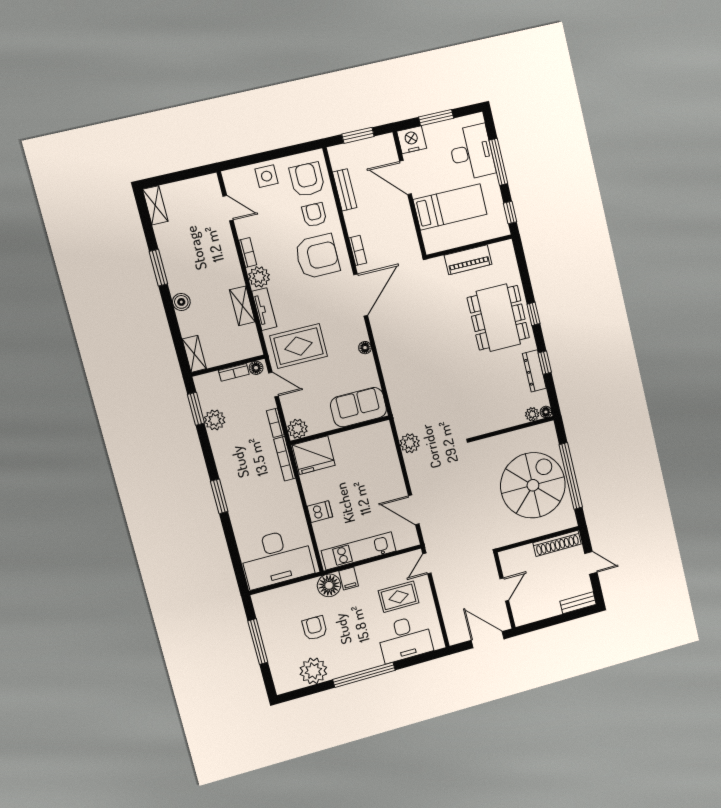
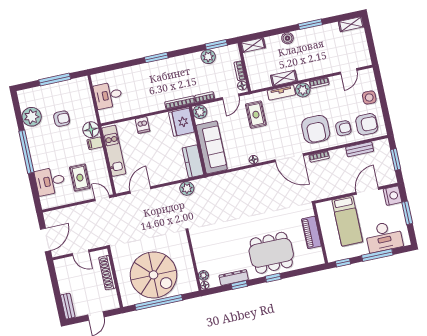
rug: (299, 346) -> (256, 115), width x0.73, depth x0.70
sofa: (359, 407) -> (212, 147), width x1.36
kitchen counter: (370, 436) -> (193, 161), added
shoe rack: (557, 543) -> (107, 273), moved
desk: (277, 558) -> (108, 95), width x0.53, depth x0.77
desk: (405, 639) -> (50, 181), width x0.73

